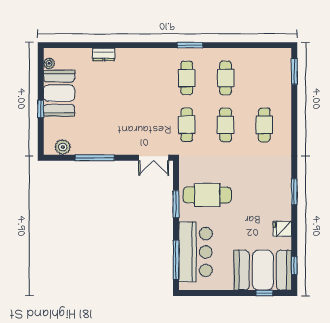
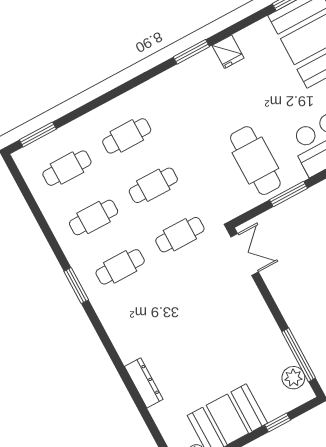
dresser: (104, 54) -> (144, 383), width x1.44
cafe table: (264, 78) -> (67, 168), added
window: (41, 109) -> (278, 422), moved
window: (95, 158) -> (299, 355), moved
fridge: (282, 229) -> (228, 52), moved

